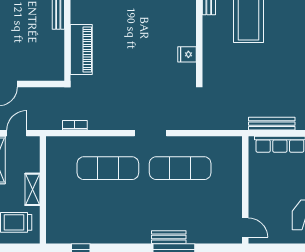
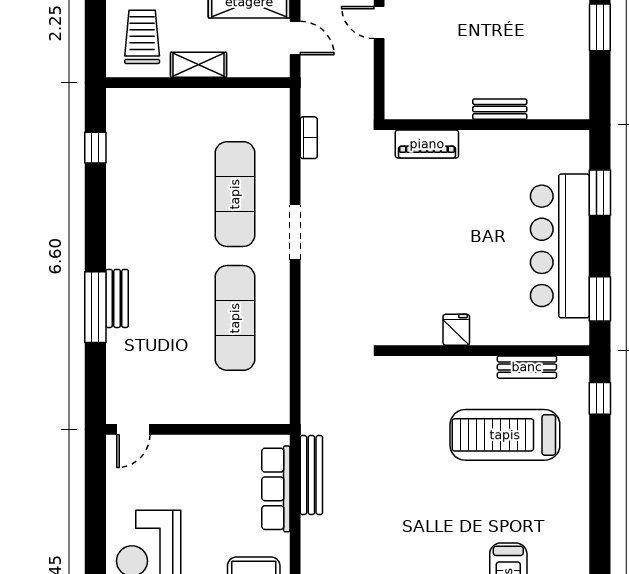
piano: (81, 49) -> (427, 144), width x0.73, depth x0.75
fridge: (187, 54) -> (456, 330), moved
doorway: (151, 133) -> (295, 232), moved

